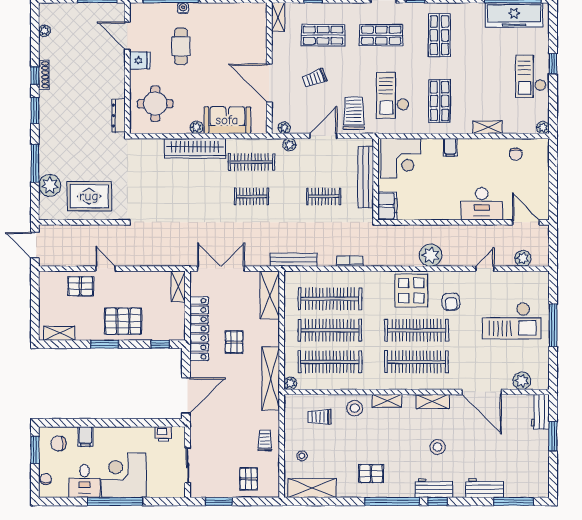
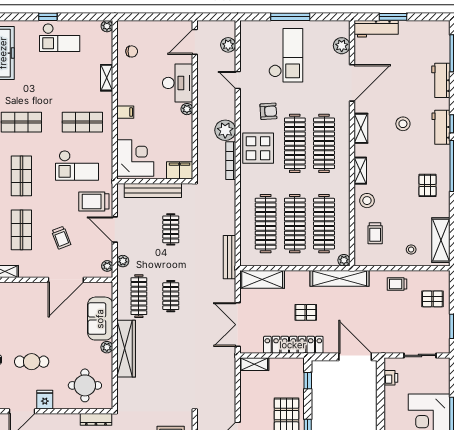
plant: (454, 214) -> (187, 109), added
bookcase: (350, 261) -> (231, 161), moved, width x1.56
workbench: (540, 412) -> (376, 29), width x1.37

